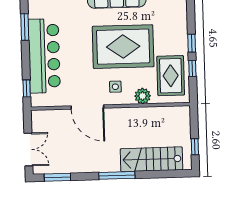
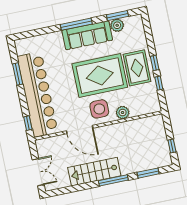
bar counter: (44, 56) -> (37, 94), width x1.36
rug: (171, 76) -> (137, 68), moved
side table: (115, 87) -> (99, 109), width x1.87, depth x1.87
stairs: (152, 159) -> (94, 172), moved
window: (57, 177) -> (148, 173), moved

